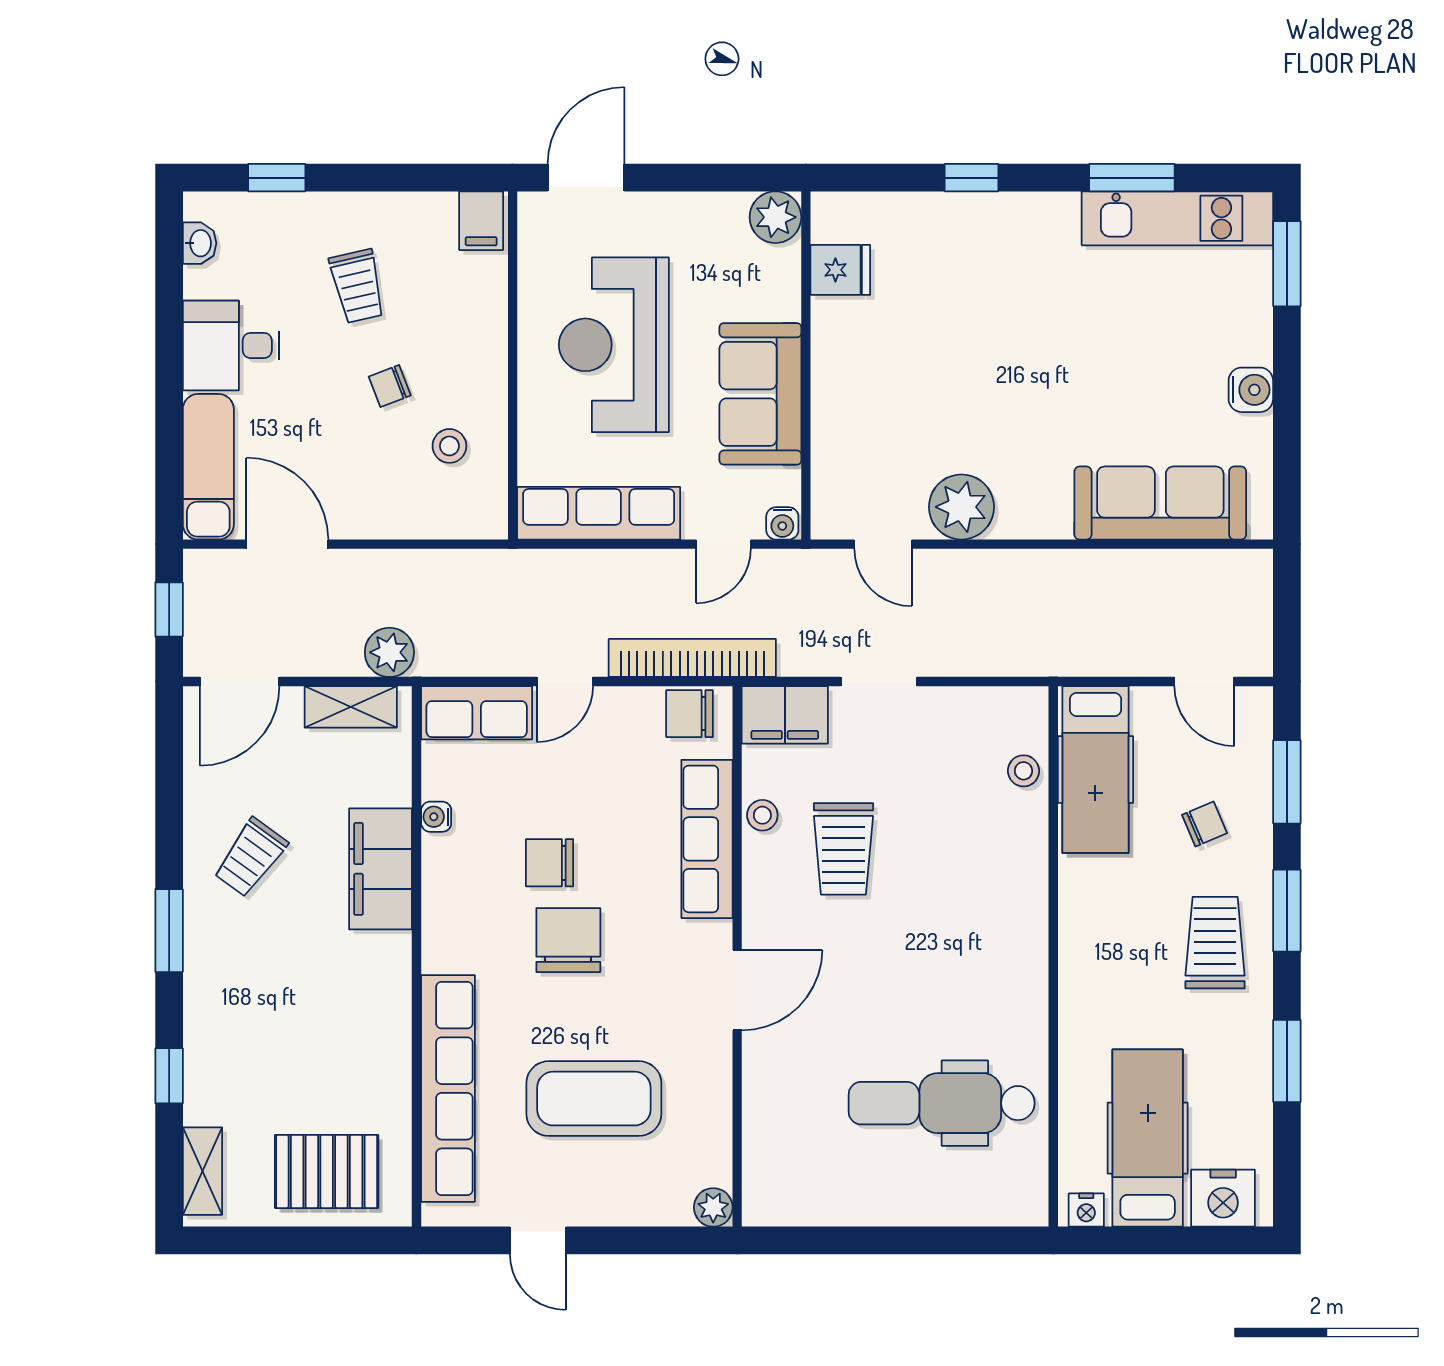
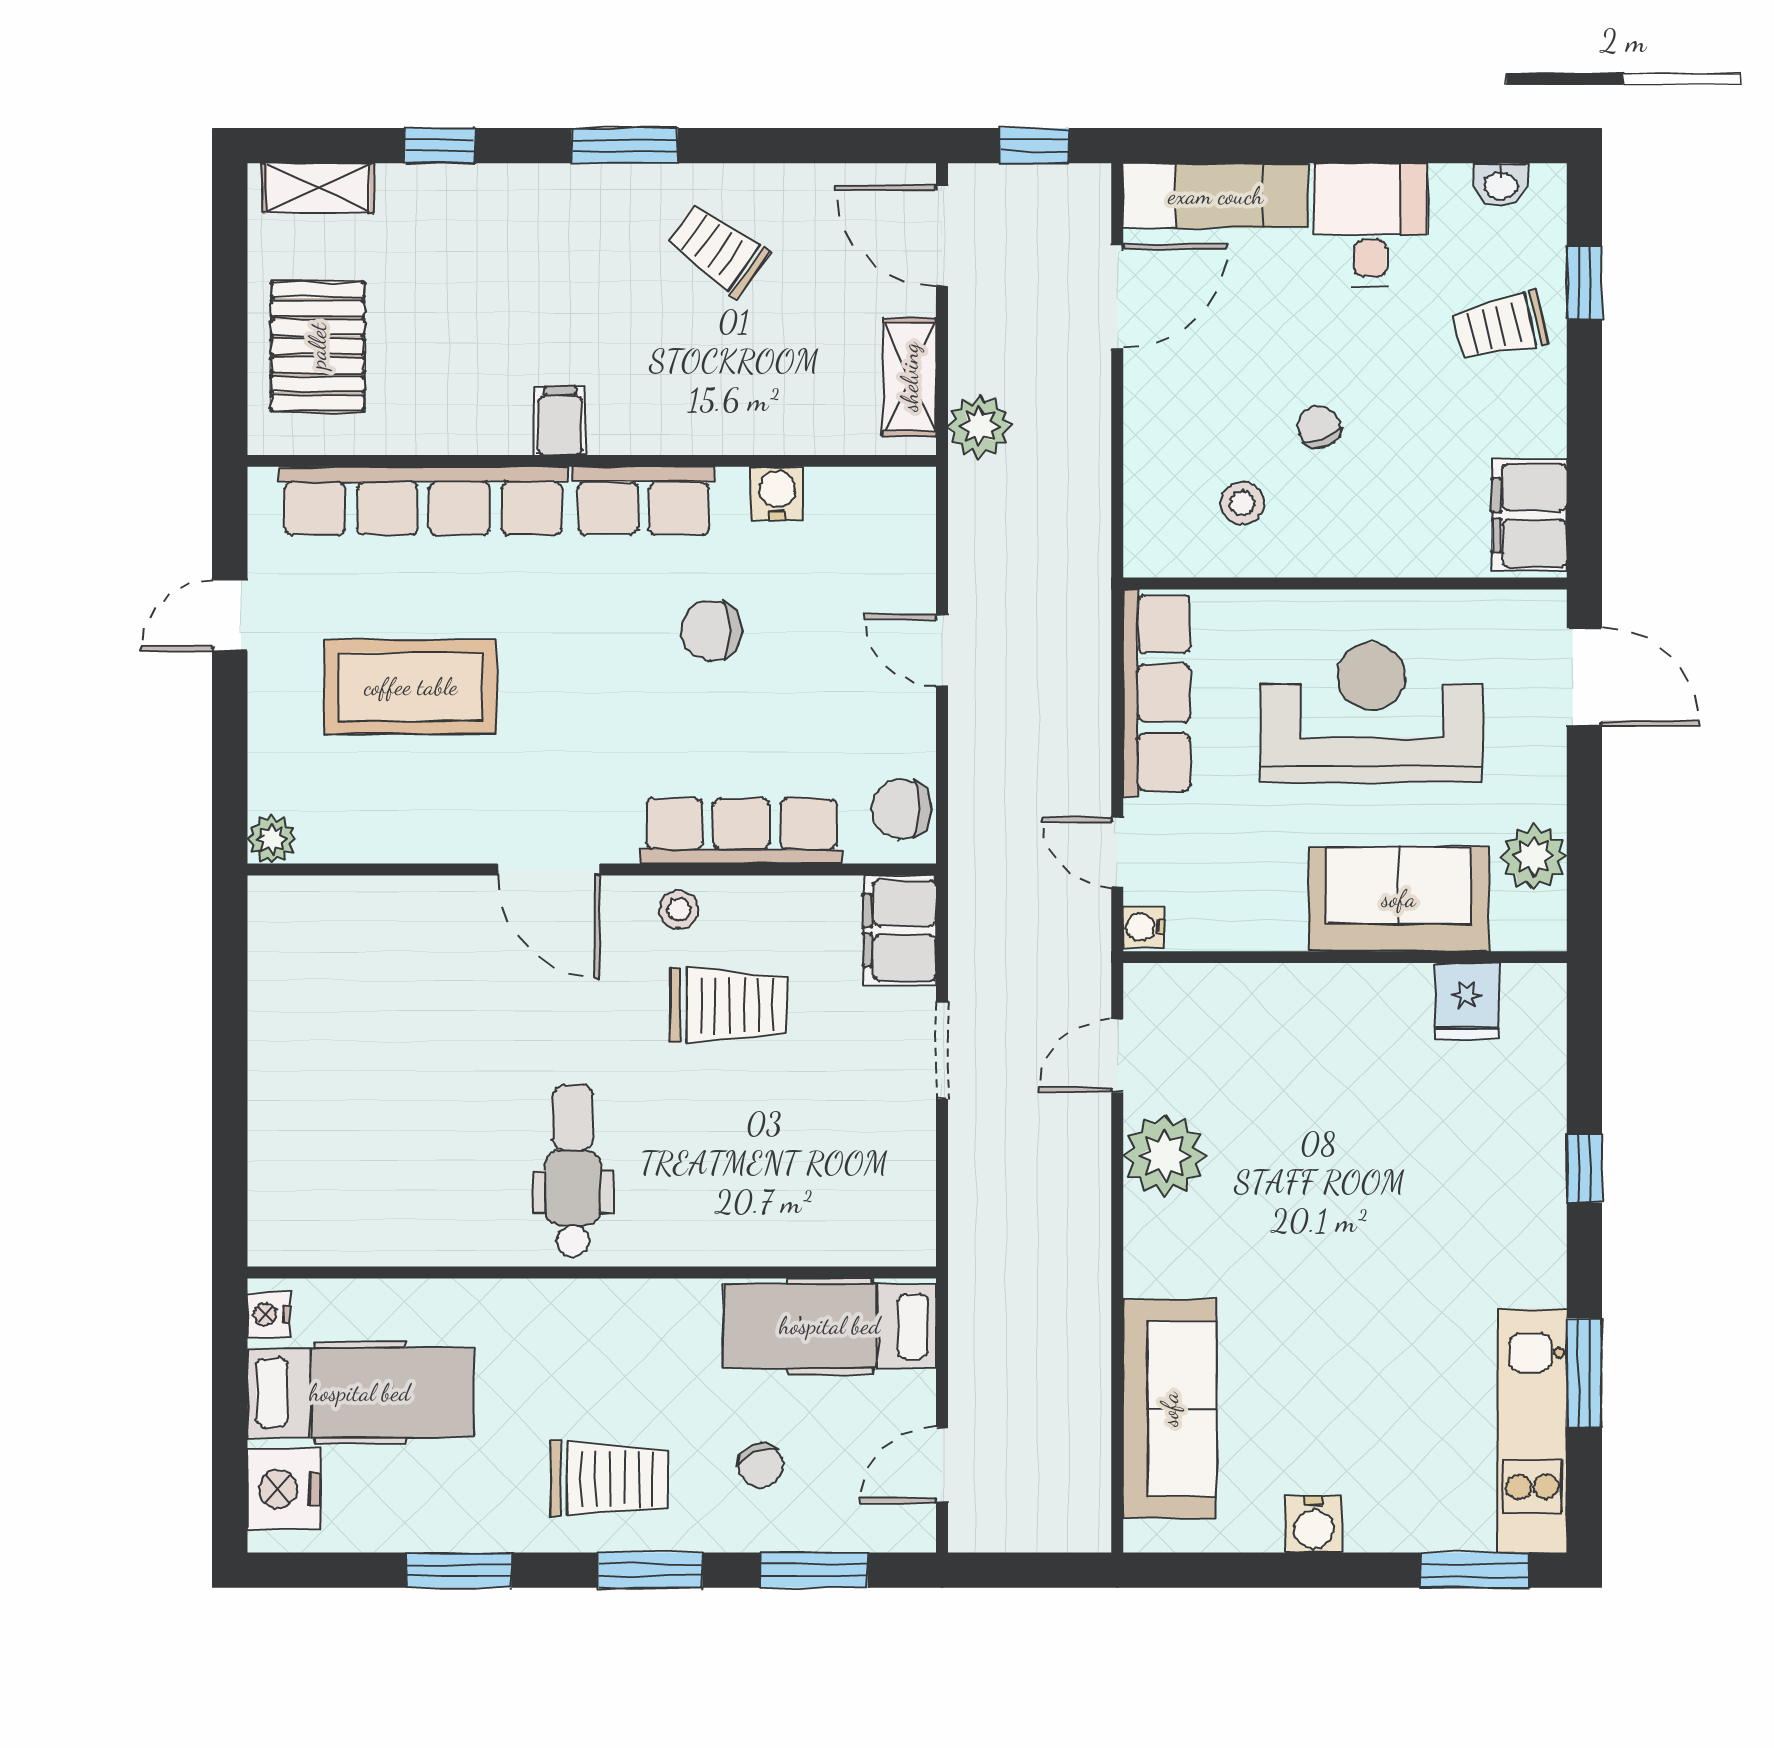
plant: (775, 217) -> (1534, 857), moved
filing cabinet: (481, 221) -> (1529, 515), width x2.00
trolley: (357, 286) -> (1500, 326), moved
sofa: (760, 394) -> (1399, 899), moved
bookcase: (692, 658) -> (972, 812), removed
row of seats: (477, 713) -> (643, 501), moved, turned -90
chair: (690, 714) -> (901, 809), turned -90
stool: (1023, 771) -> (828, 1235), removed
stool: (762, 815) -> (679, 909), moved
water cooler: (436, 817) -> (777, 493), width x1.38, depth x1.38
trolley: (843, 849) -> (729, 1005), turned 180
chair: (550, 863) -> (711, 631), turned -90
filing cabinet: (380, 869) -> (560, 421), moved, width x0.33, depth x0.86
chair: (568, 940) -> (613, 654), removed
coffee table: (594, 1099) -> (411, 687), turned 90
dental chair: (942, 1103) -> (573, 1170), moved, width x0.73, depth x0.72

